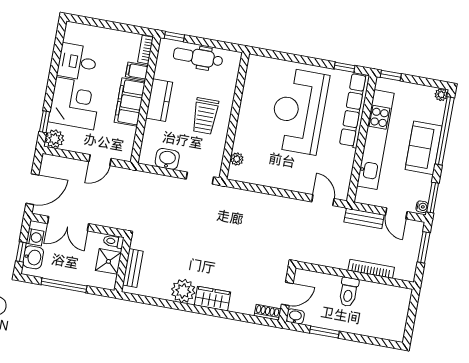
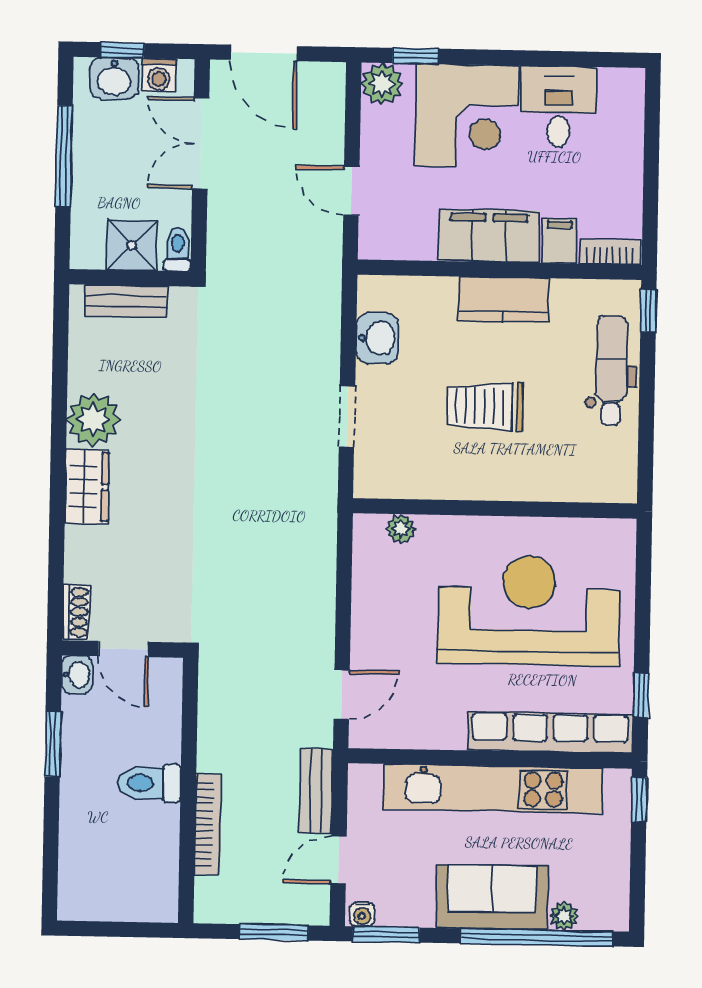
plant: (441, 95) -> (564, 916), moved
wall: (234, 116) -> (495, 508), moved
plant: (237, 159) -> (401, 529), moved

